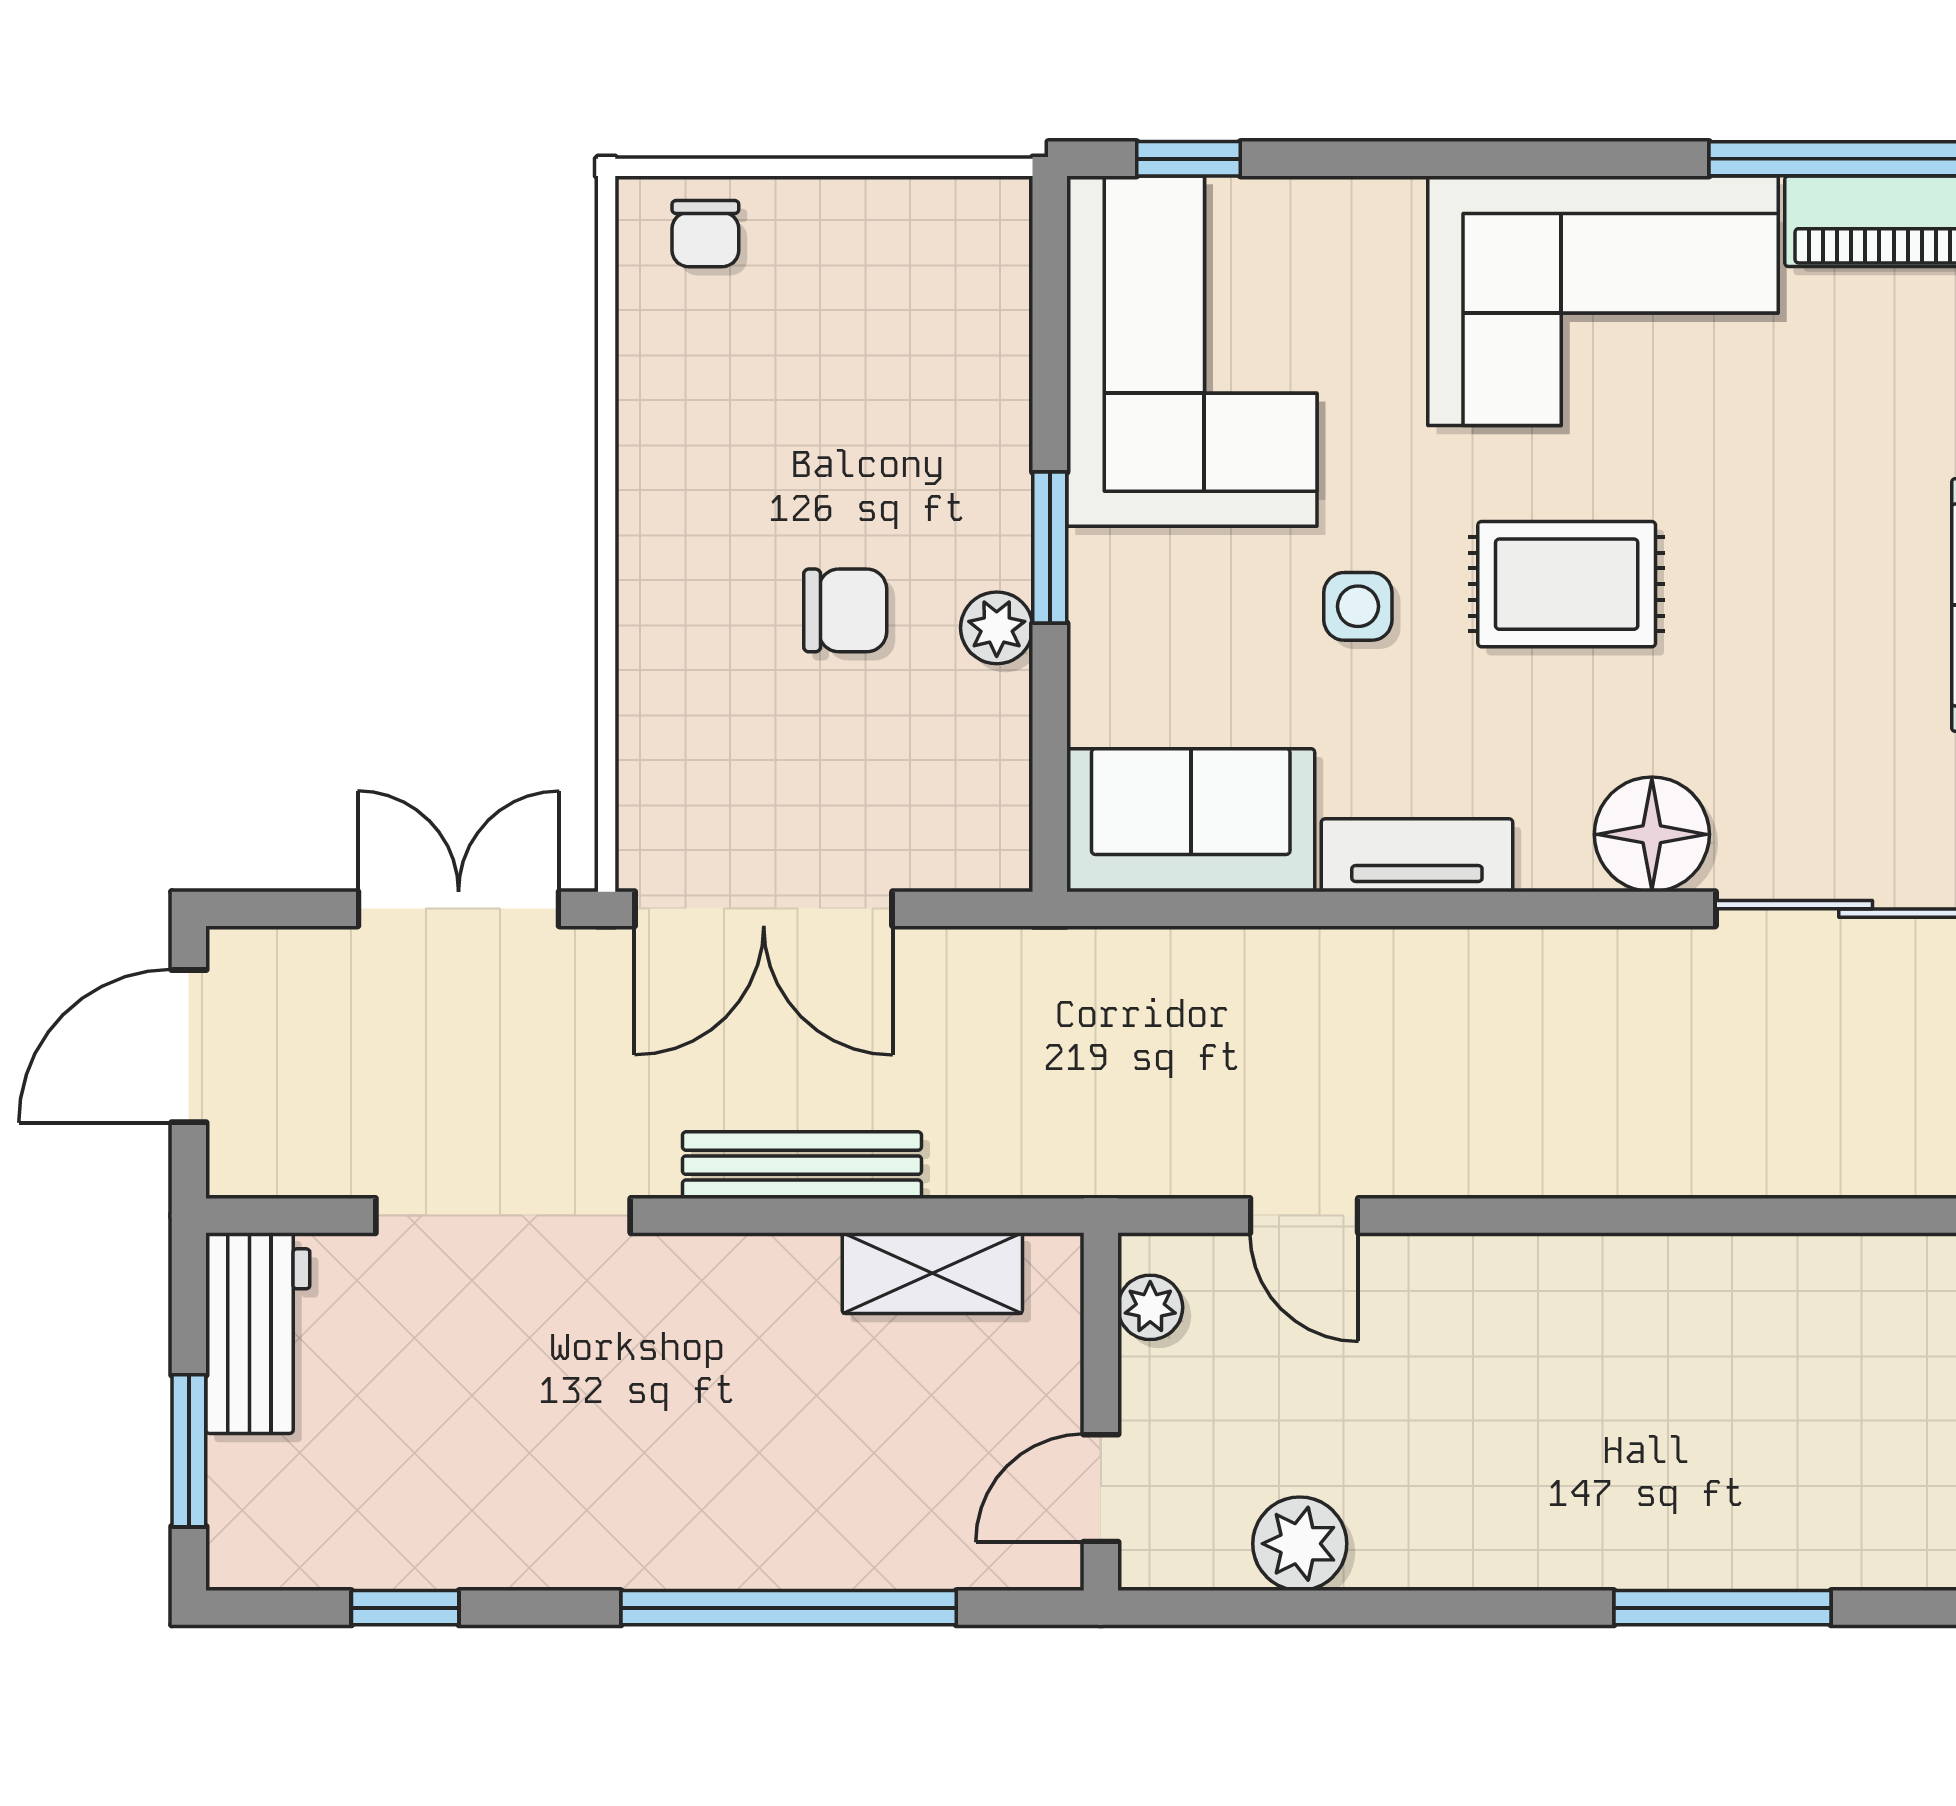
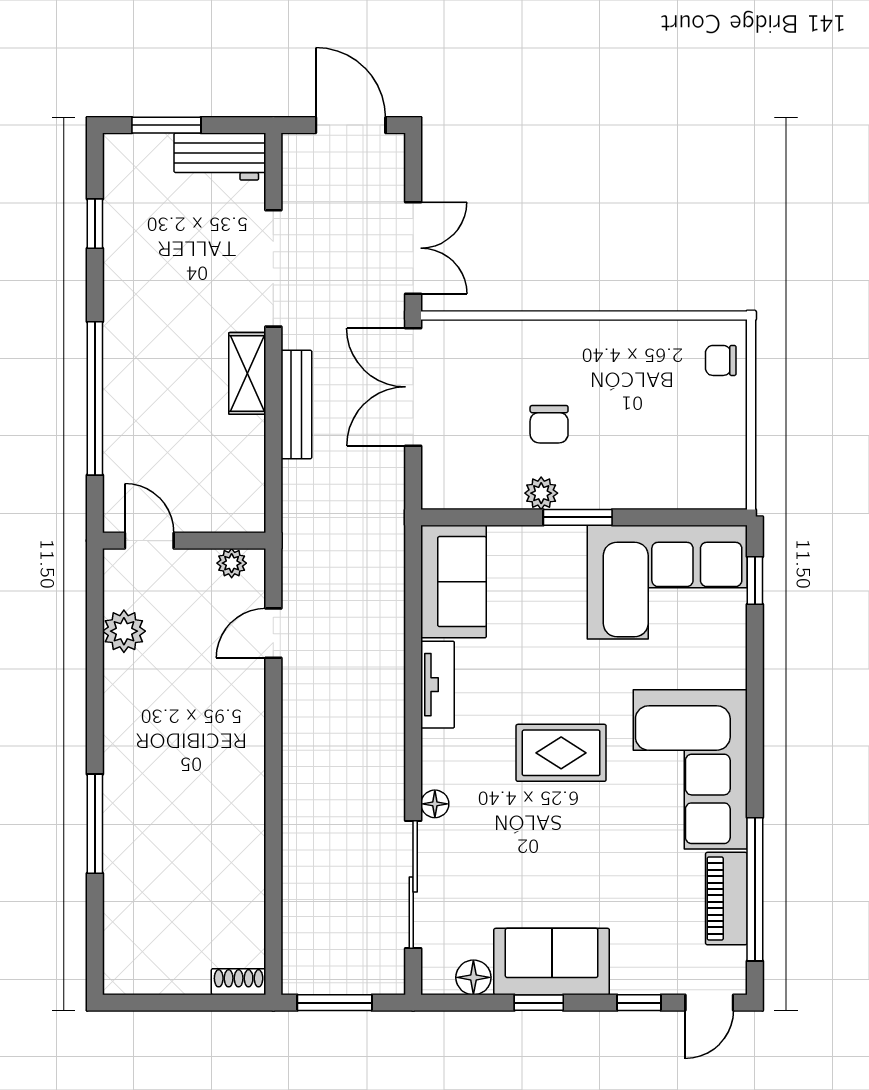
rug: (1567, 584) -> (561, 753), turned 90
side table: (1358, 606) -> (551, 658), removed
floor lamp: (1652, 834) -> (435, 804), width x0.53, depth x0.53
shelving: (932, 1273) -> (247, 373), moved

